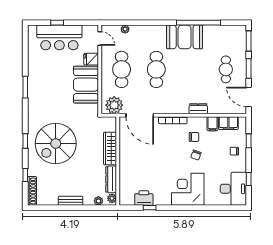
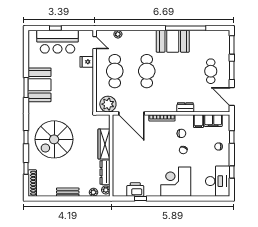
booth: (86, 85) -> (40, 85), moved

